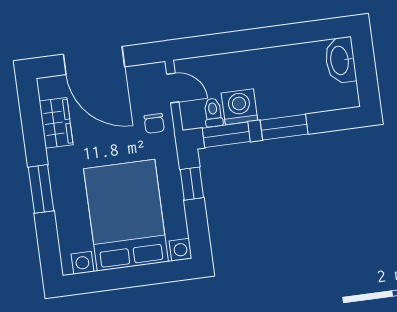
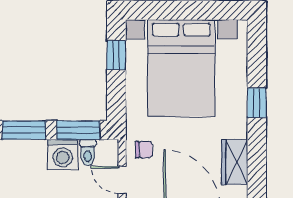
chair: (154, 123) -> (144, 150), turned 90
window: (192, 184) -> (116, 55), moved
window: (41, 189) -> (257, 103), width x0.67

